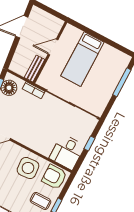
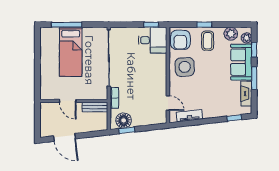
bed: (82, 59) -> (71, 52), moved, turned 90
window: (89, 143) -> (151, 25), moved

